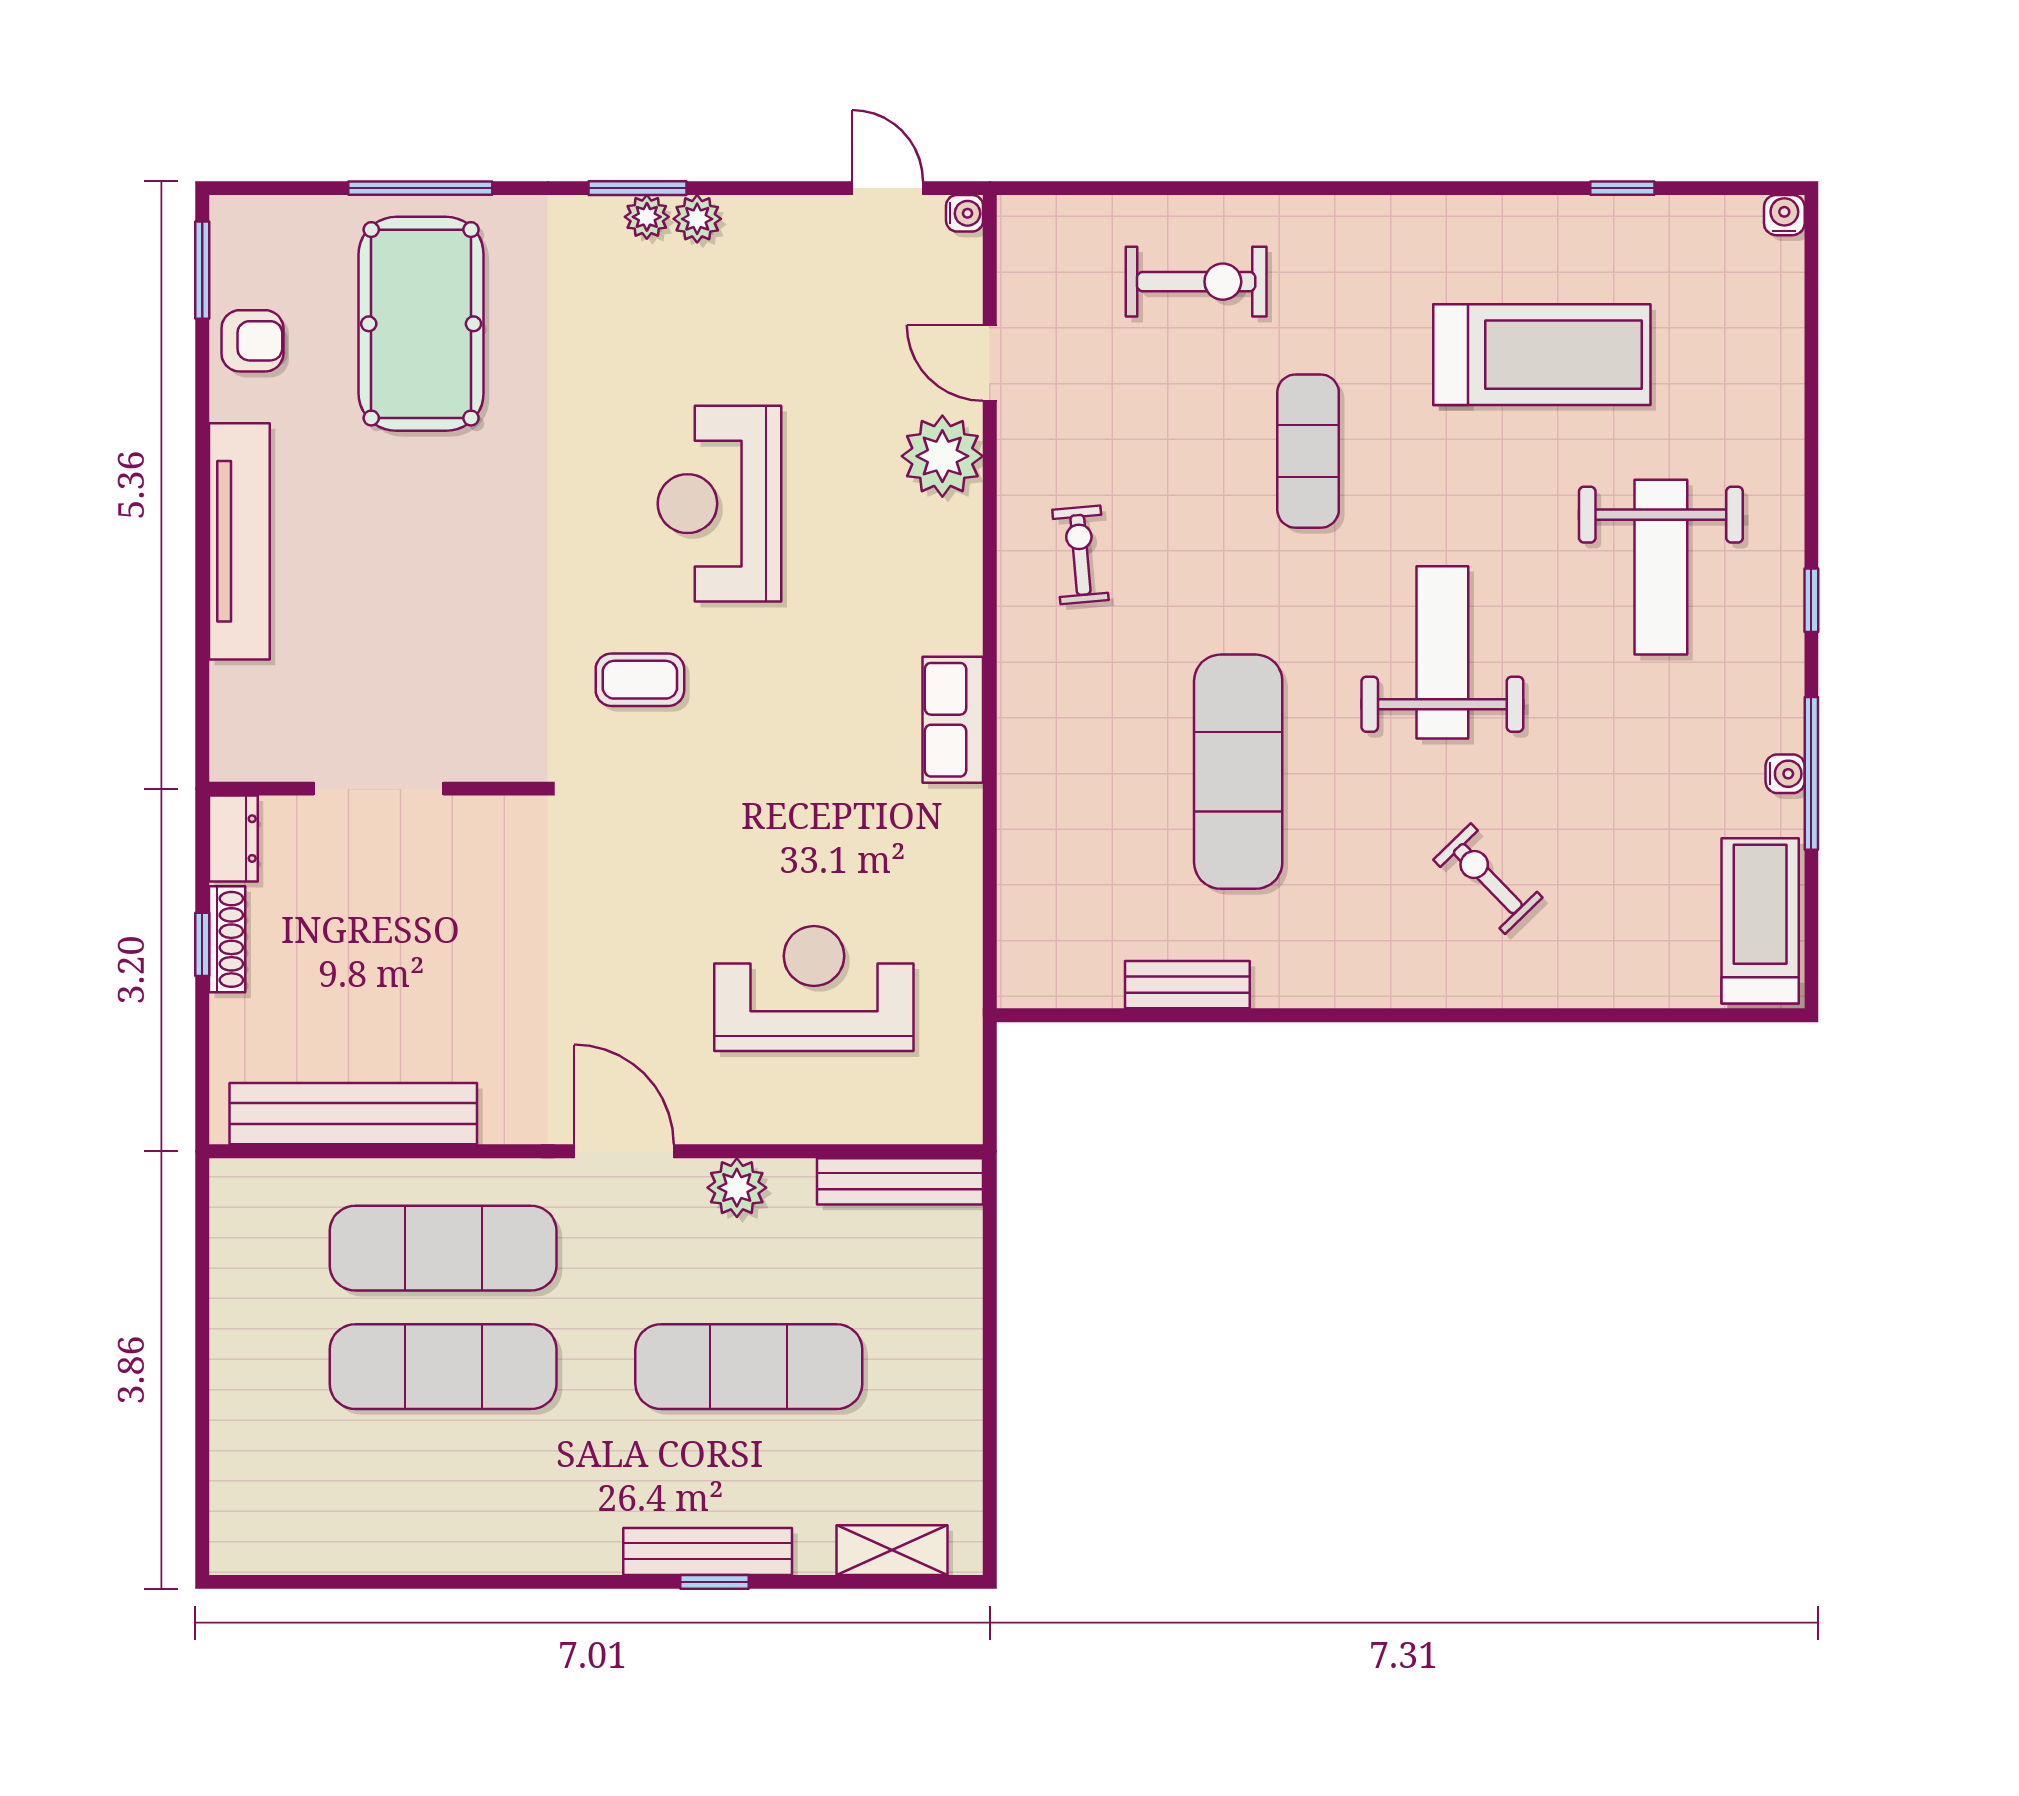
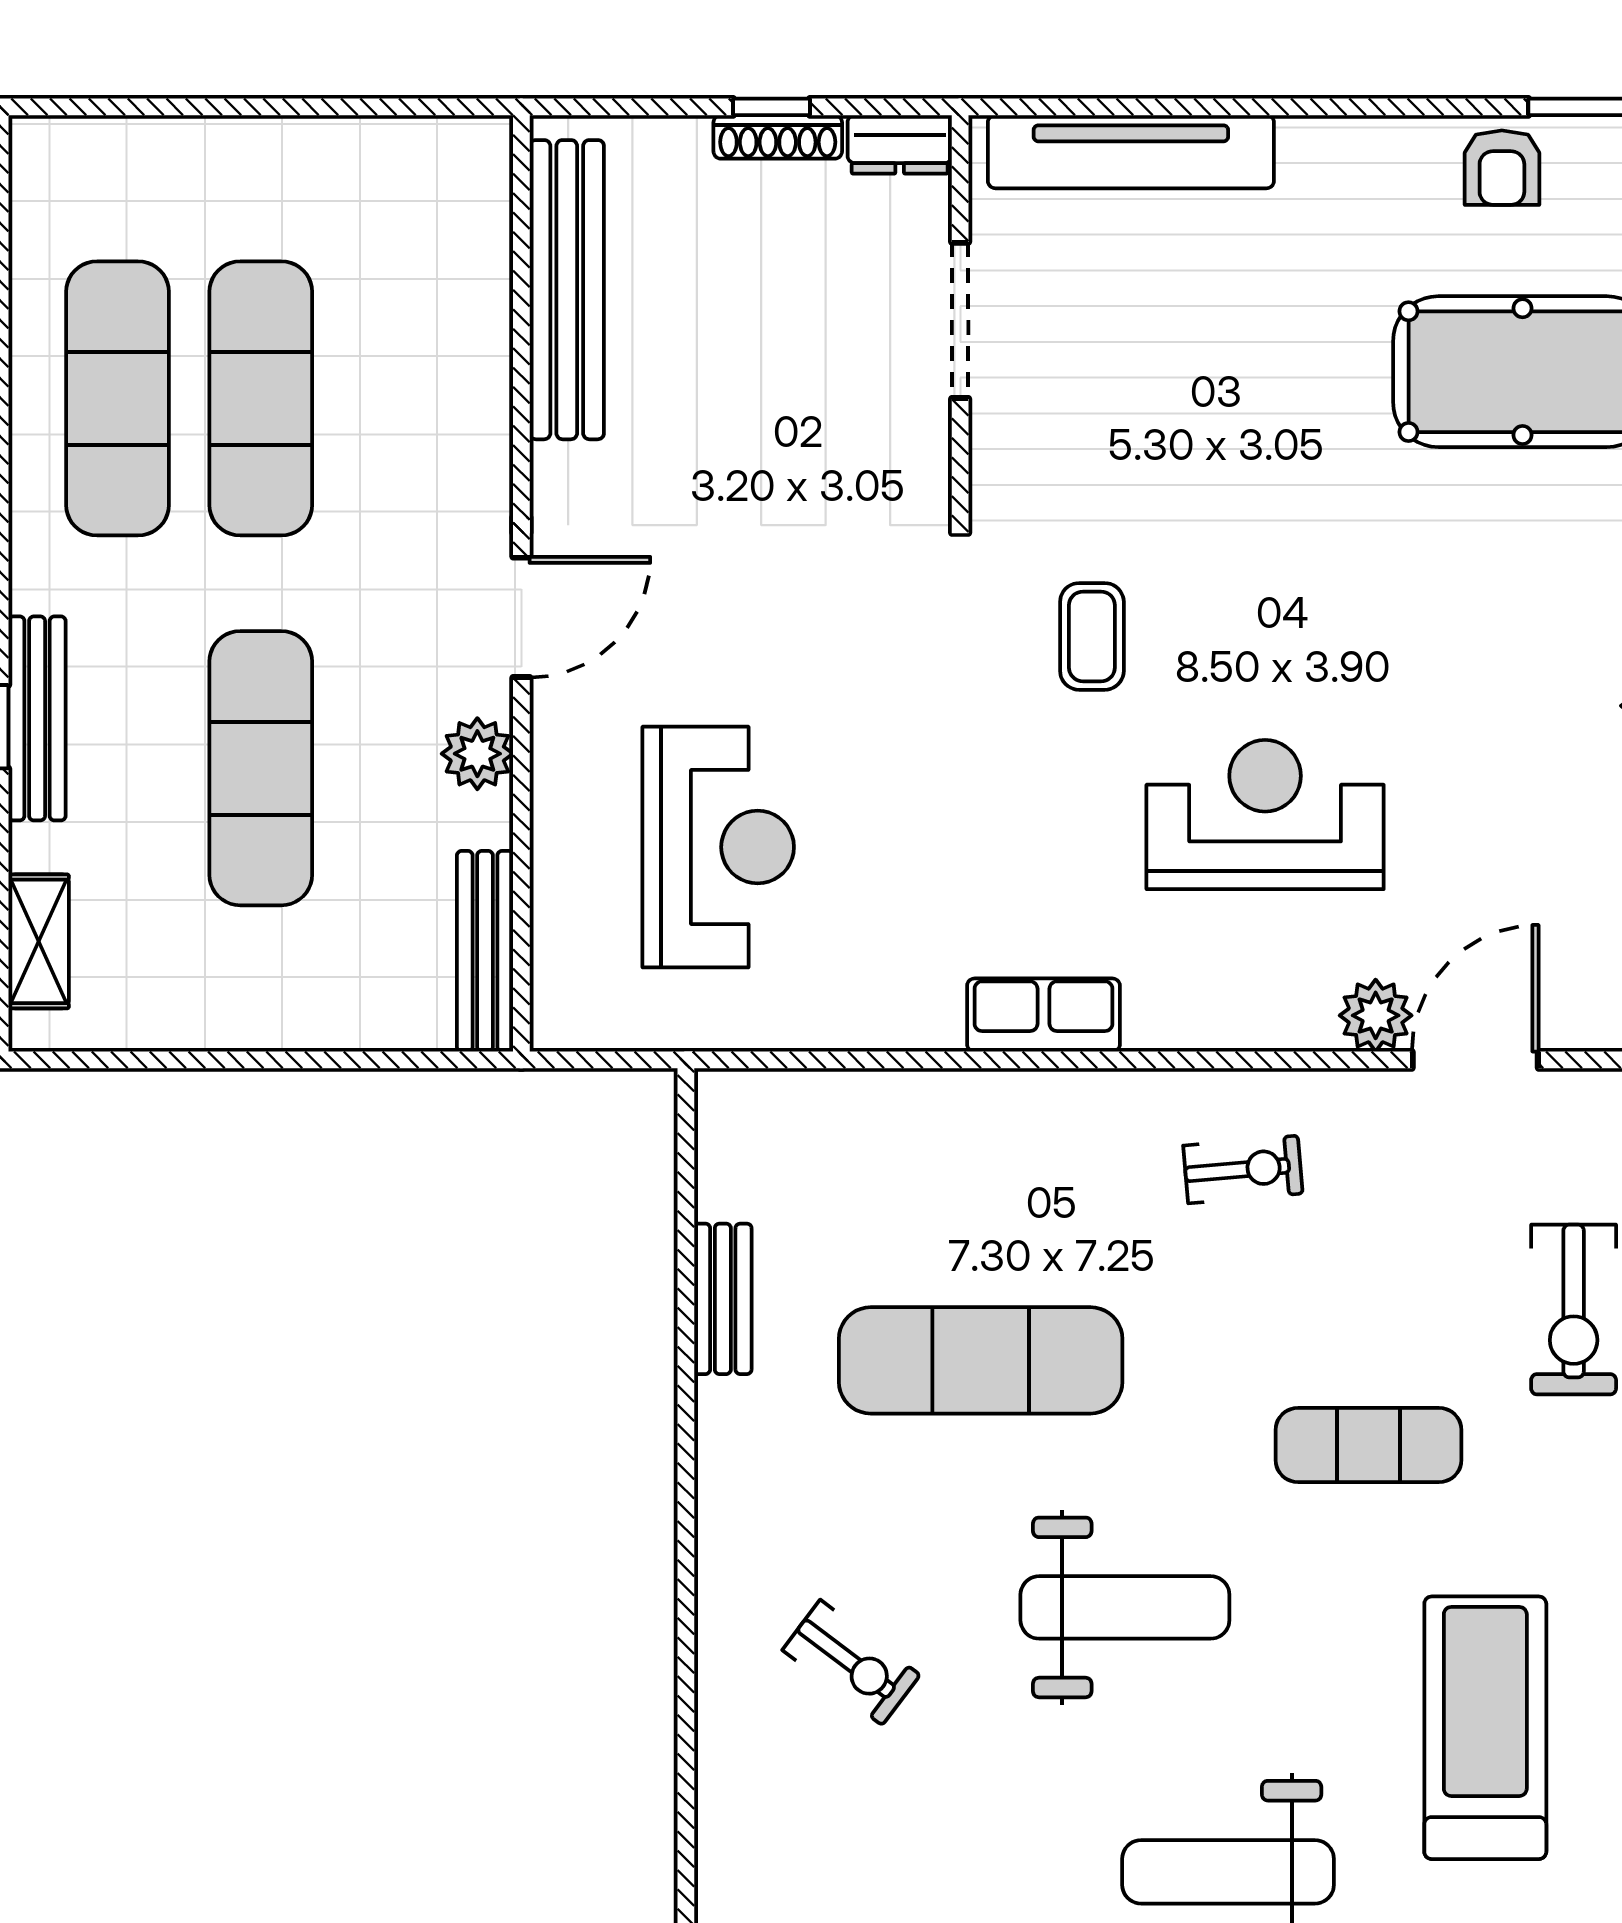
treadmill: (1542, 355) -> (1485, 1728), turned 180
door: (990, 363) -> (1475, 1060), width x1.38
plant: (942, 456) -> (1376, 1015), width x0.73, depth x0.73
reception desk: (720, 504) -> (1265, 815), moved
tv unit: (239, 541) -> (1131, 152), moved
exercise bike: (1488, 879) -> (851, 1662), turned 81
exercise mat: (443, 1248) -> (117, 398), moved

